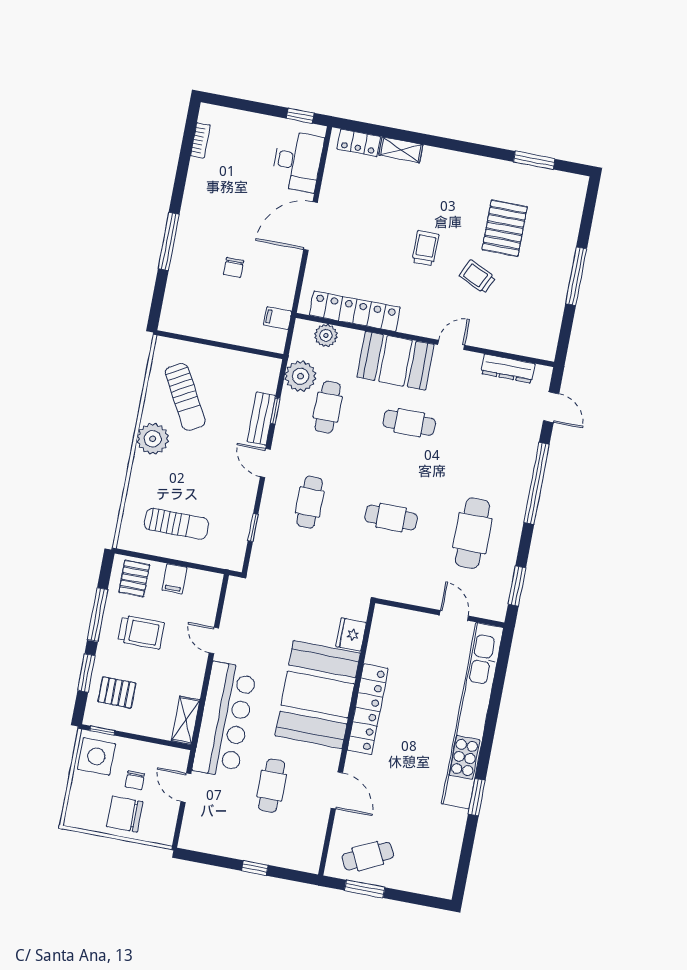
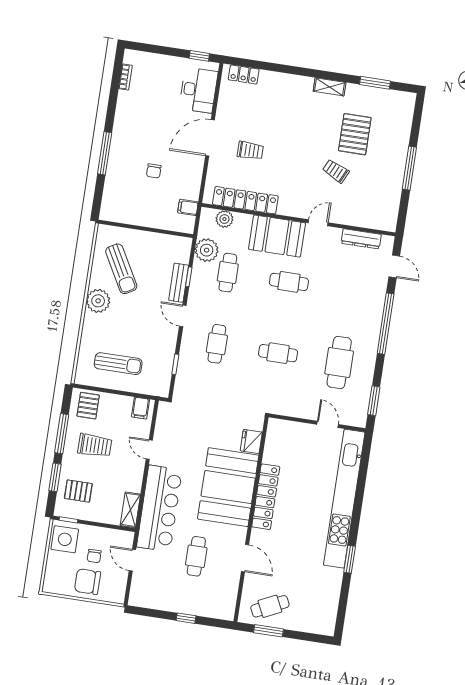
shelving: (401, 150) -> (330, 87), moved
trolley: (425, 248) -> (250, 151), moved, turned 90
filing cabinet: (175, 579) -> (140, 408), moved

